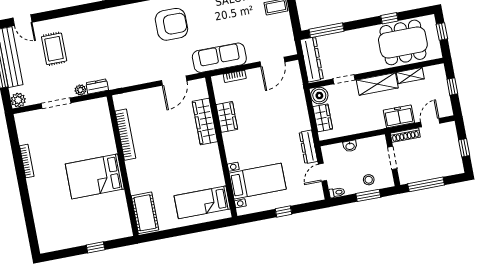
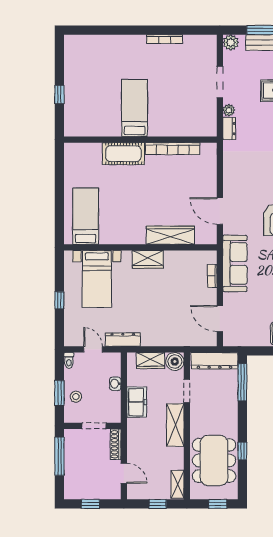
shelving: (410, 76) -> (178, 484), moved
freezer: (399, 116) -> (137, 402), moved
wardrobe: (227, 117) -> (148, 259), moved
bed: (95, 176) -> (135, 108), width x0.67
cot: (145, 213) -> (123, 154), moved

